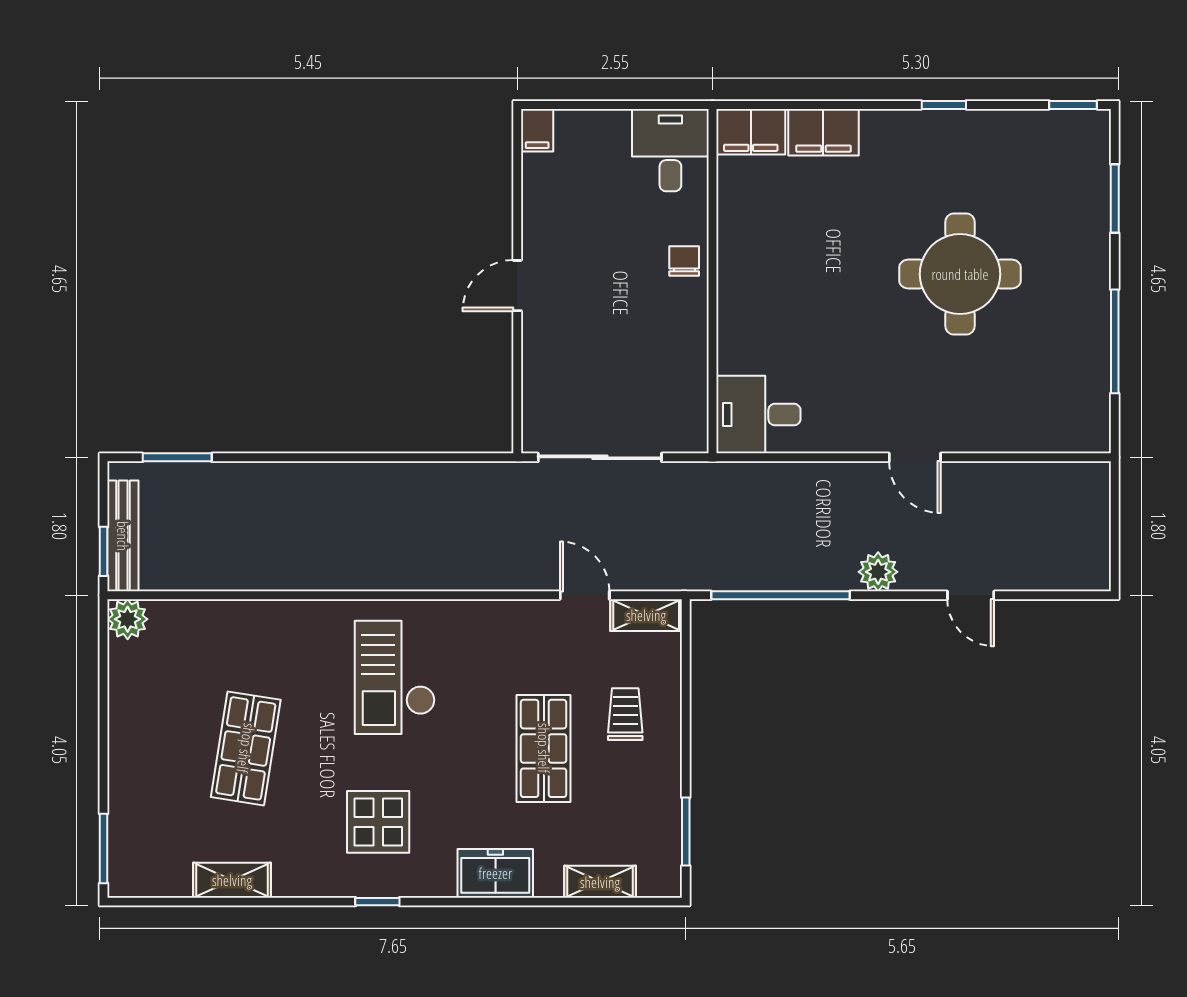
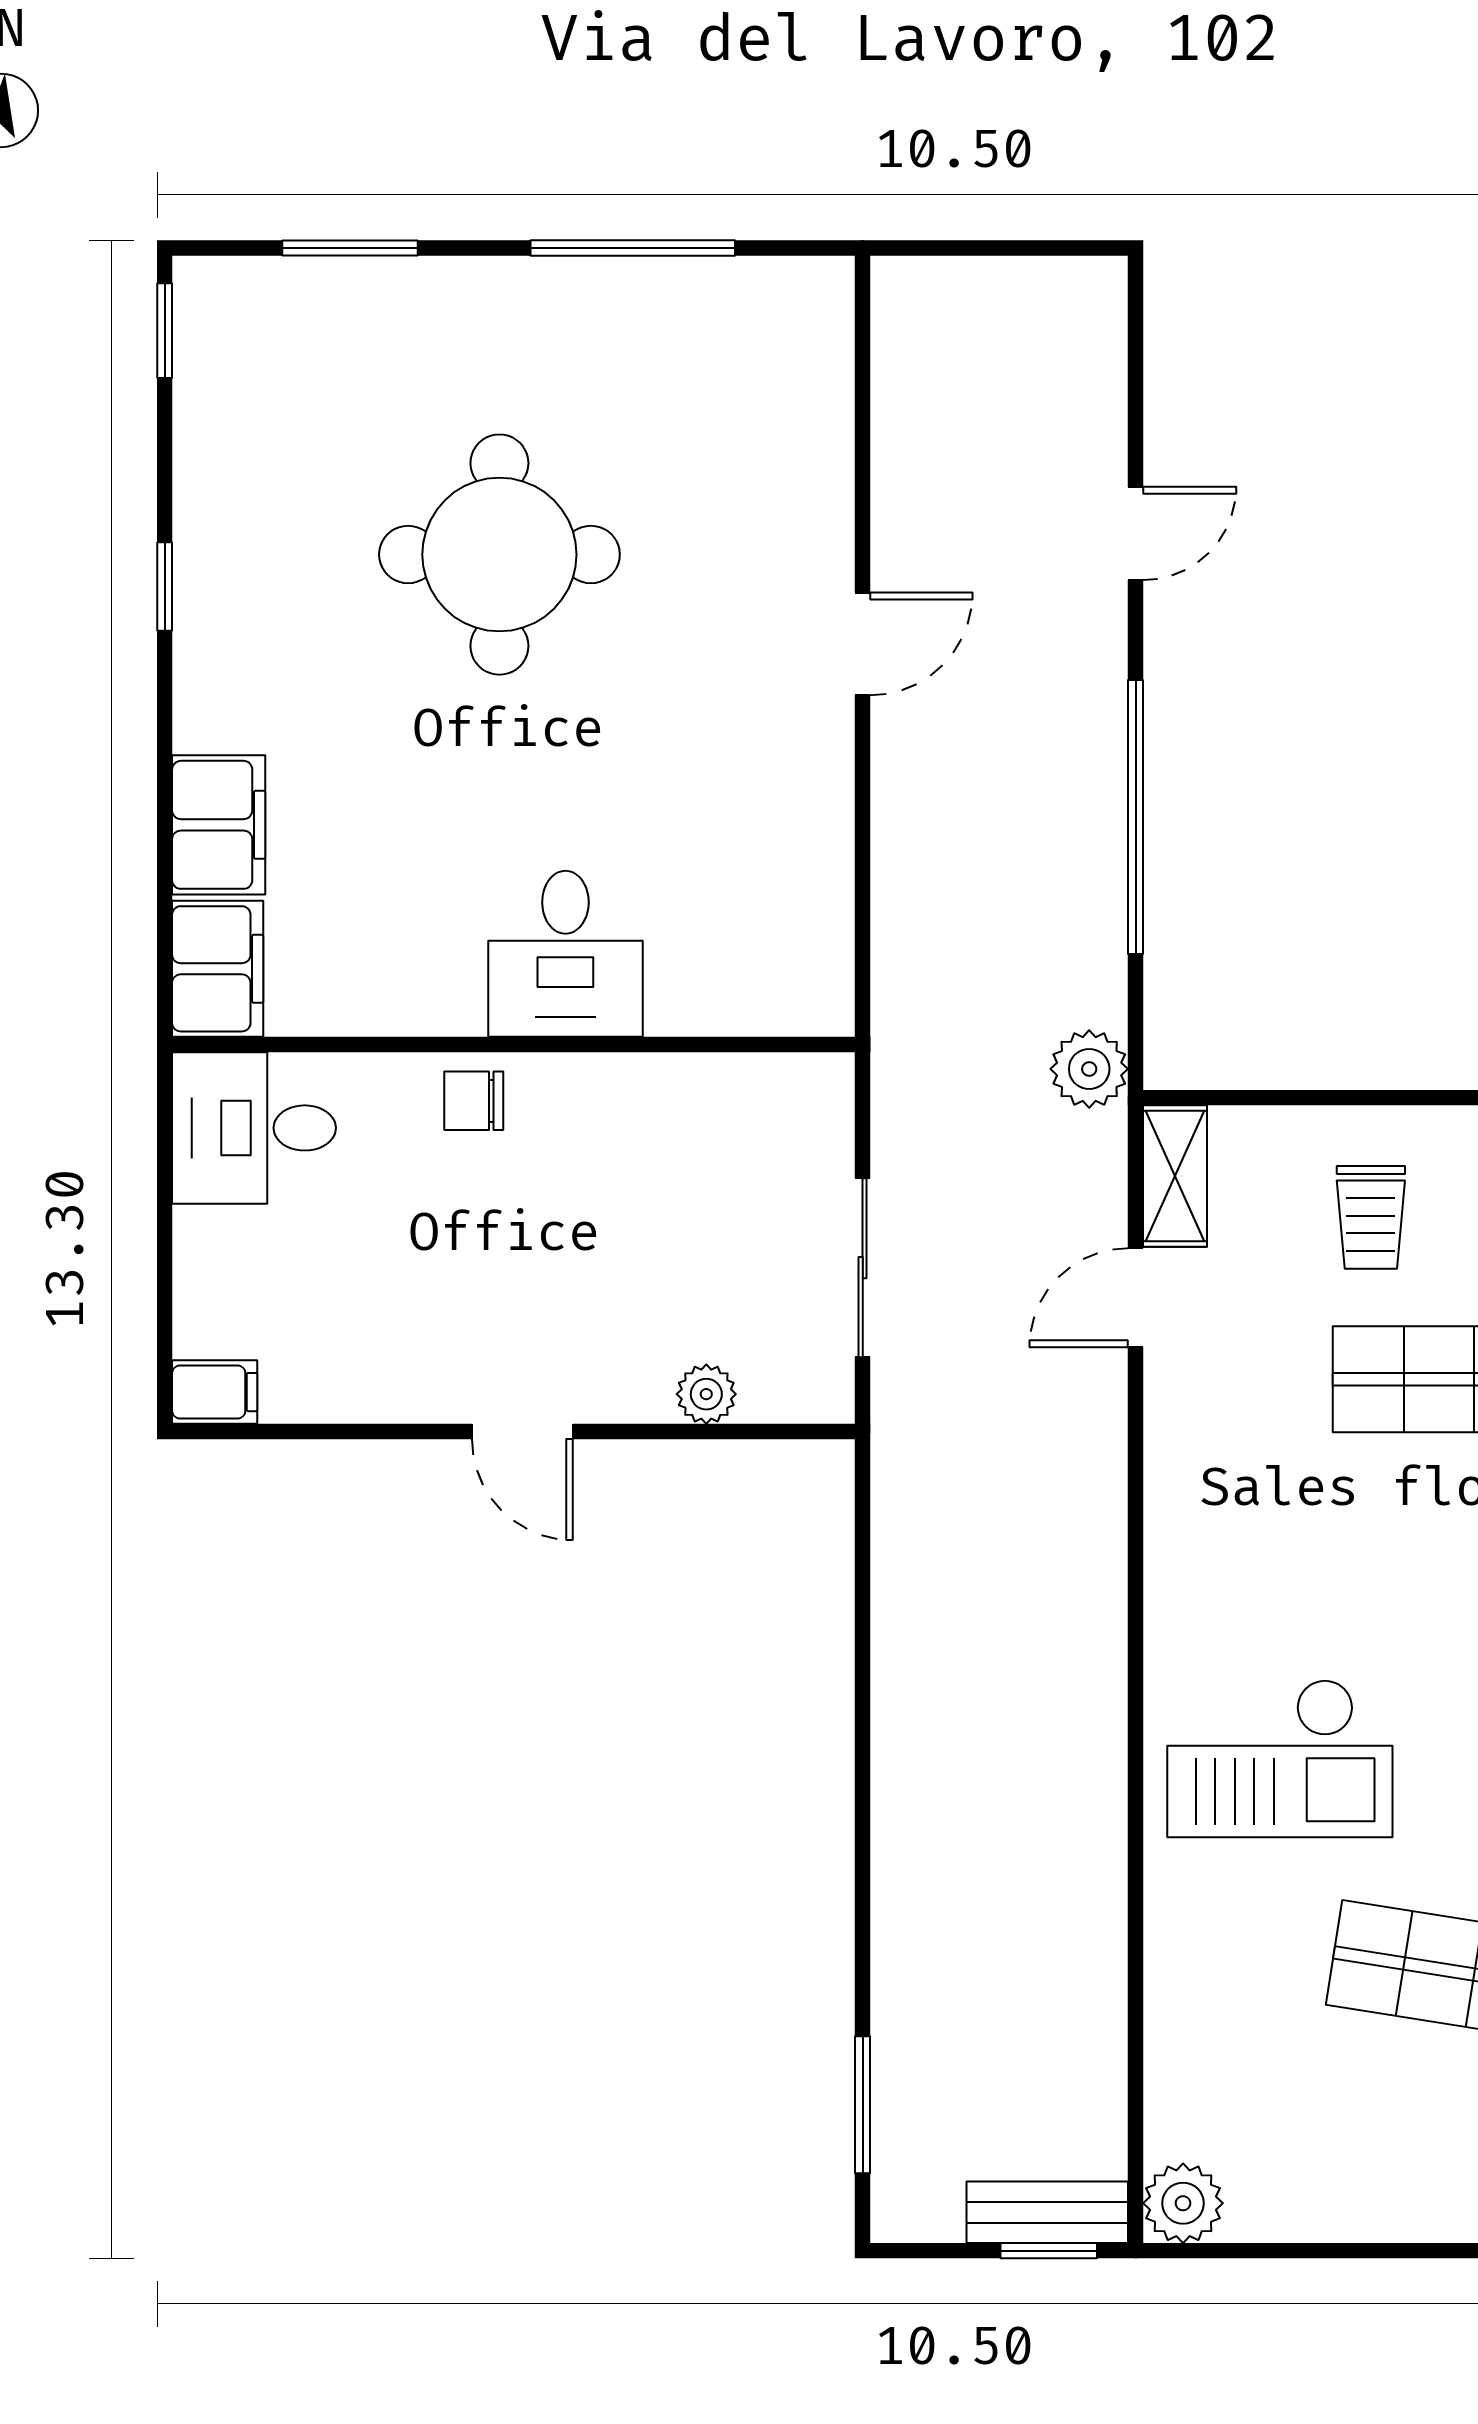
plant: (536, 378) -> (706, 1394), added
desk: (758, 415) -> (565, 954), moved
sliding door: (600, 457) -> (863, 1268), width x0.73
bench: (123, 536) -> (1047, 2212), width x0.73
plant: (878, 572) -> (1089, 1069), moved
window: (780, 595) -> (1136, 817), moved
checkout: (395, 677) -> (1280, 1758), moved
trolley: (625, 714) -> (1371, 1217), turned -90

